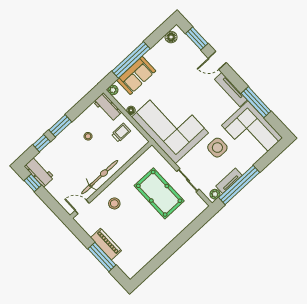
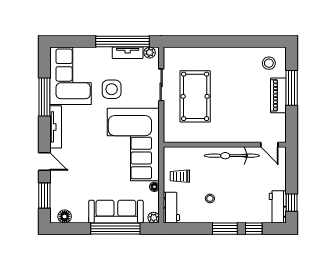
sofa: (136, 75) -> (116, 212), width x1.36
stool: (114, 203) -> (269, 63), moved

